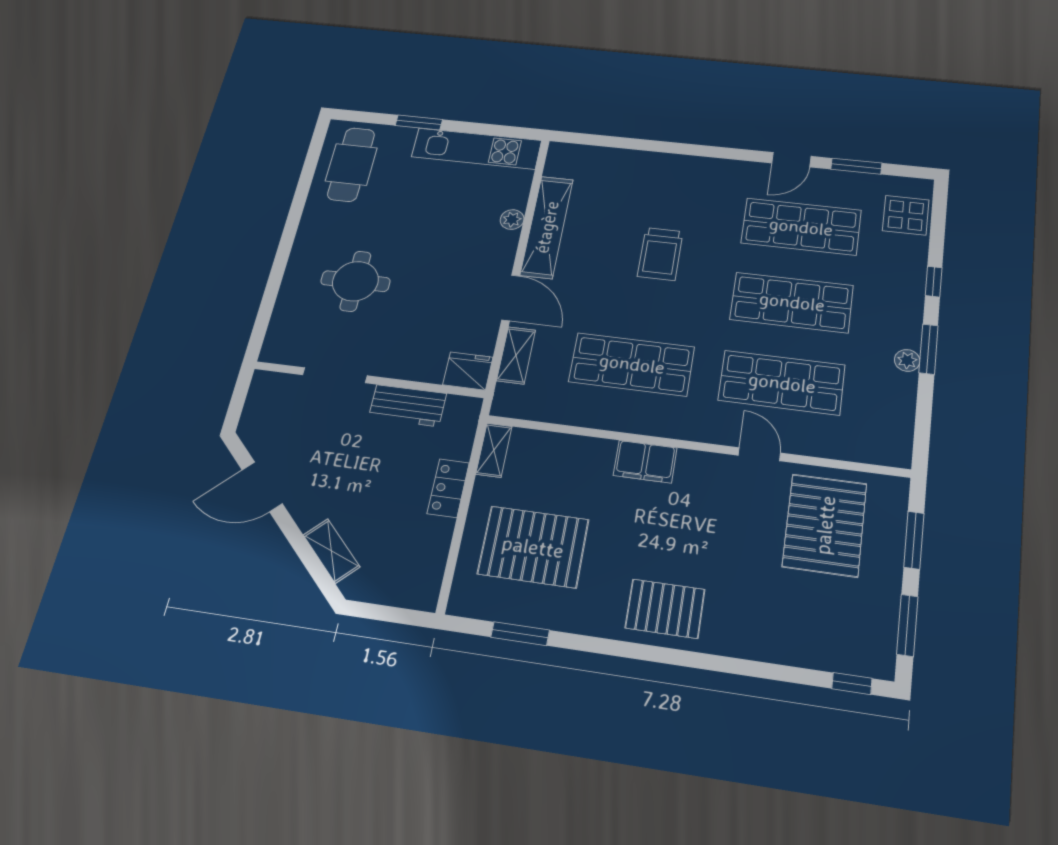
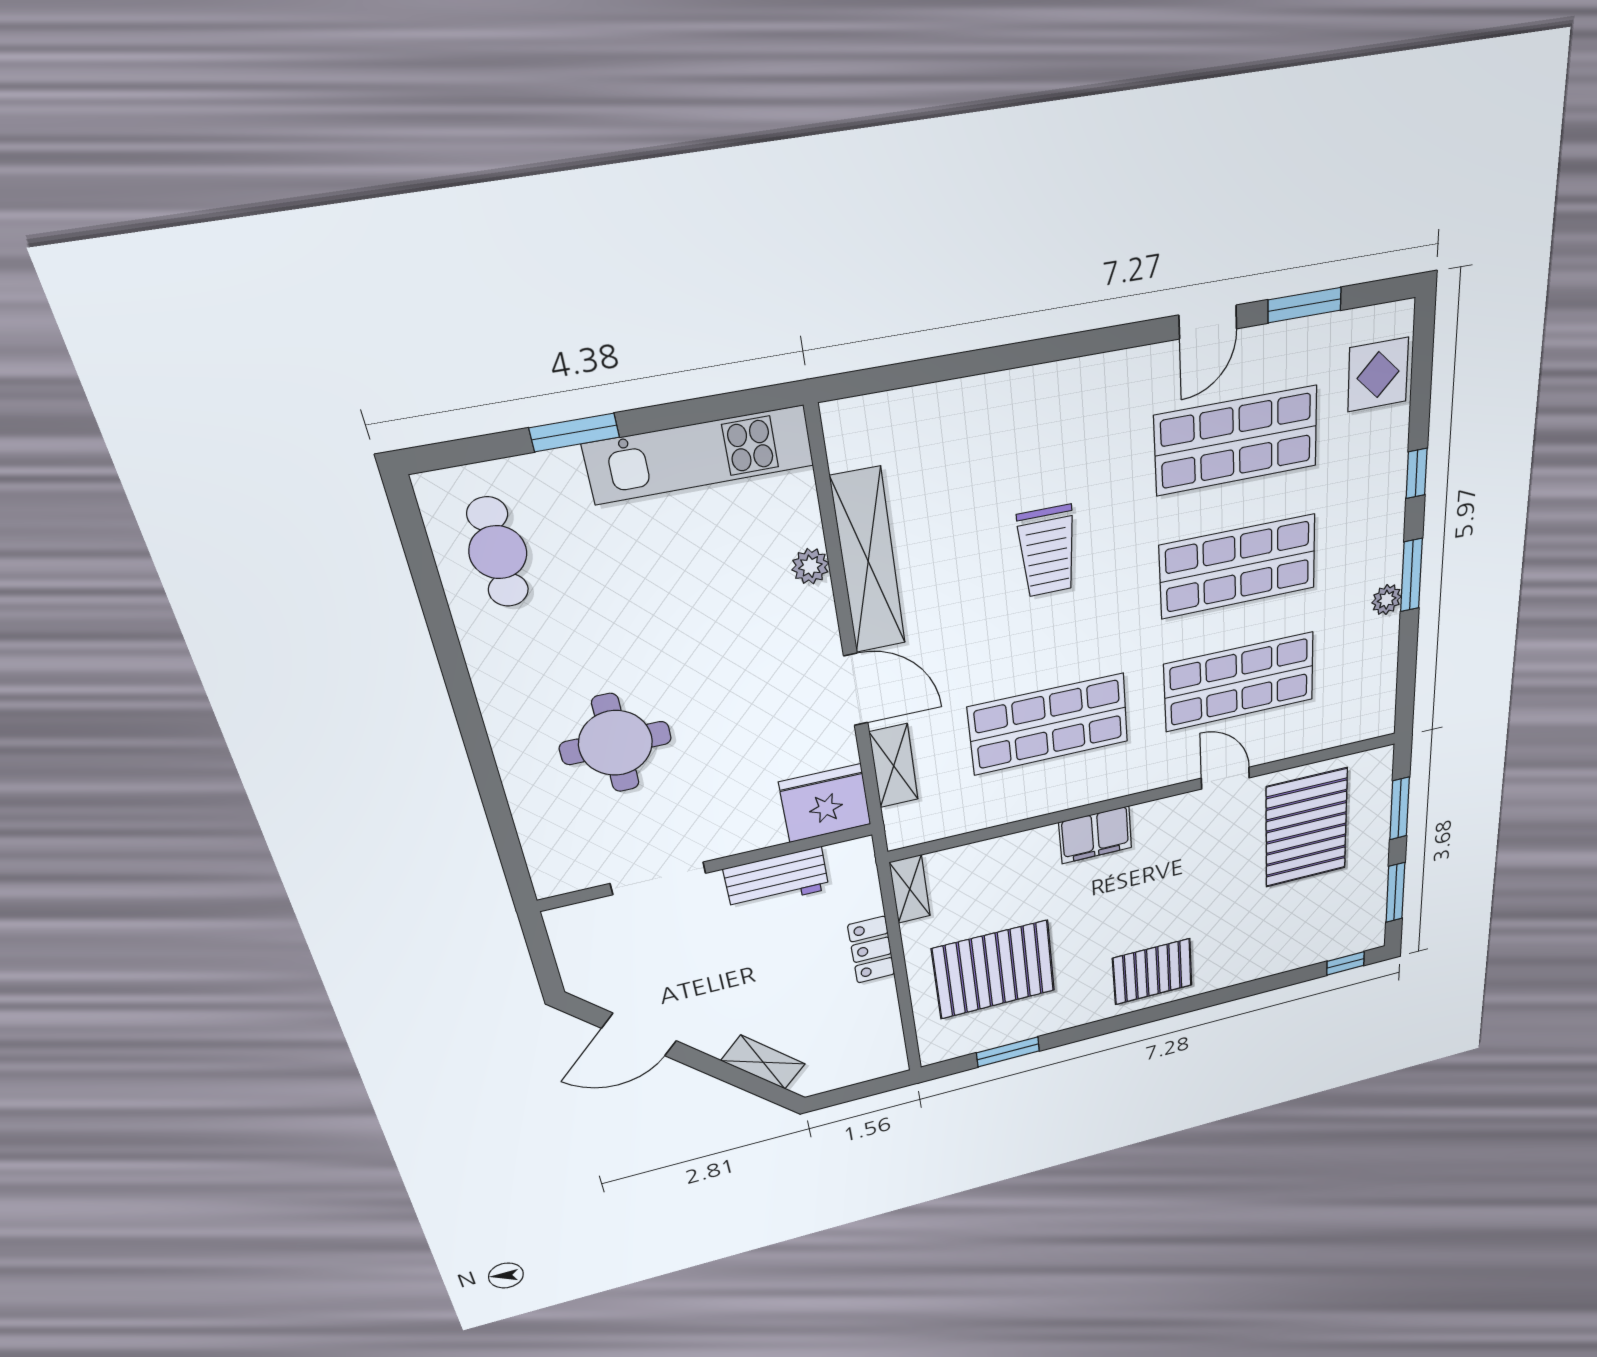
cafe table: (351, 164) -> (498, 552), width x0.73, depth x0.74
fridge: (468, 371) -> (825, 803), width x1.36, depth x1.34

